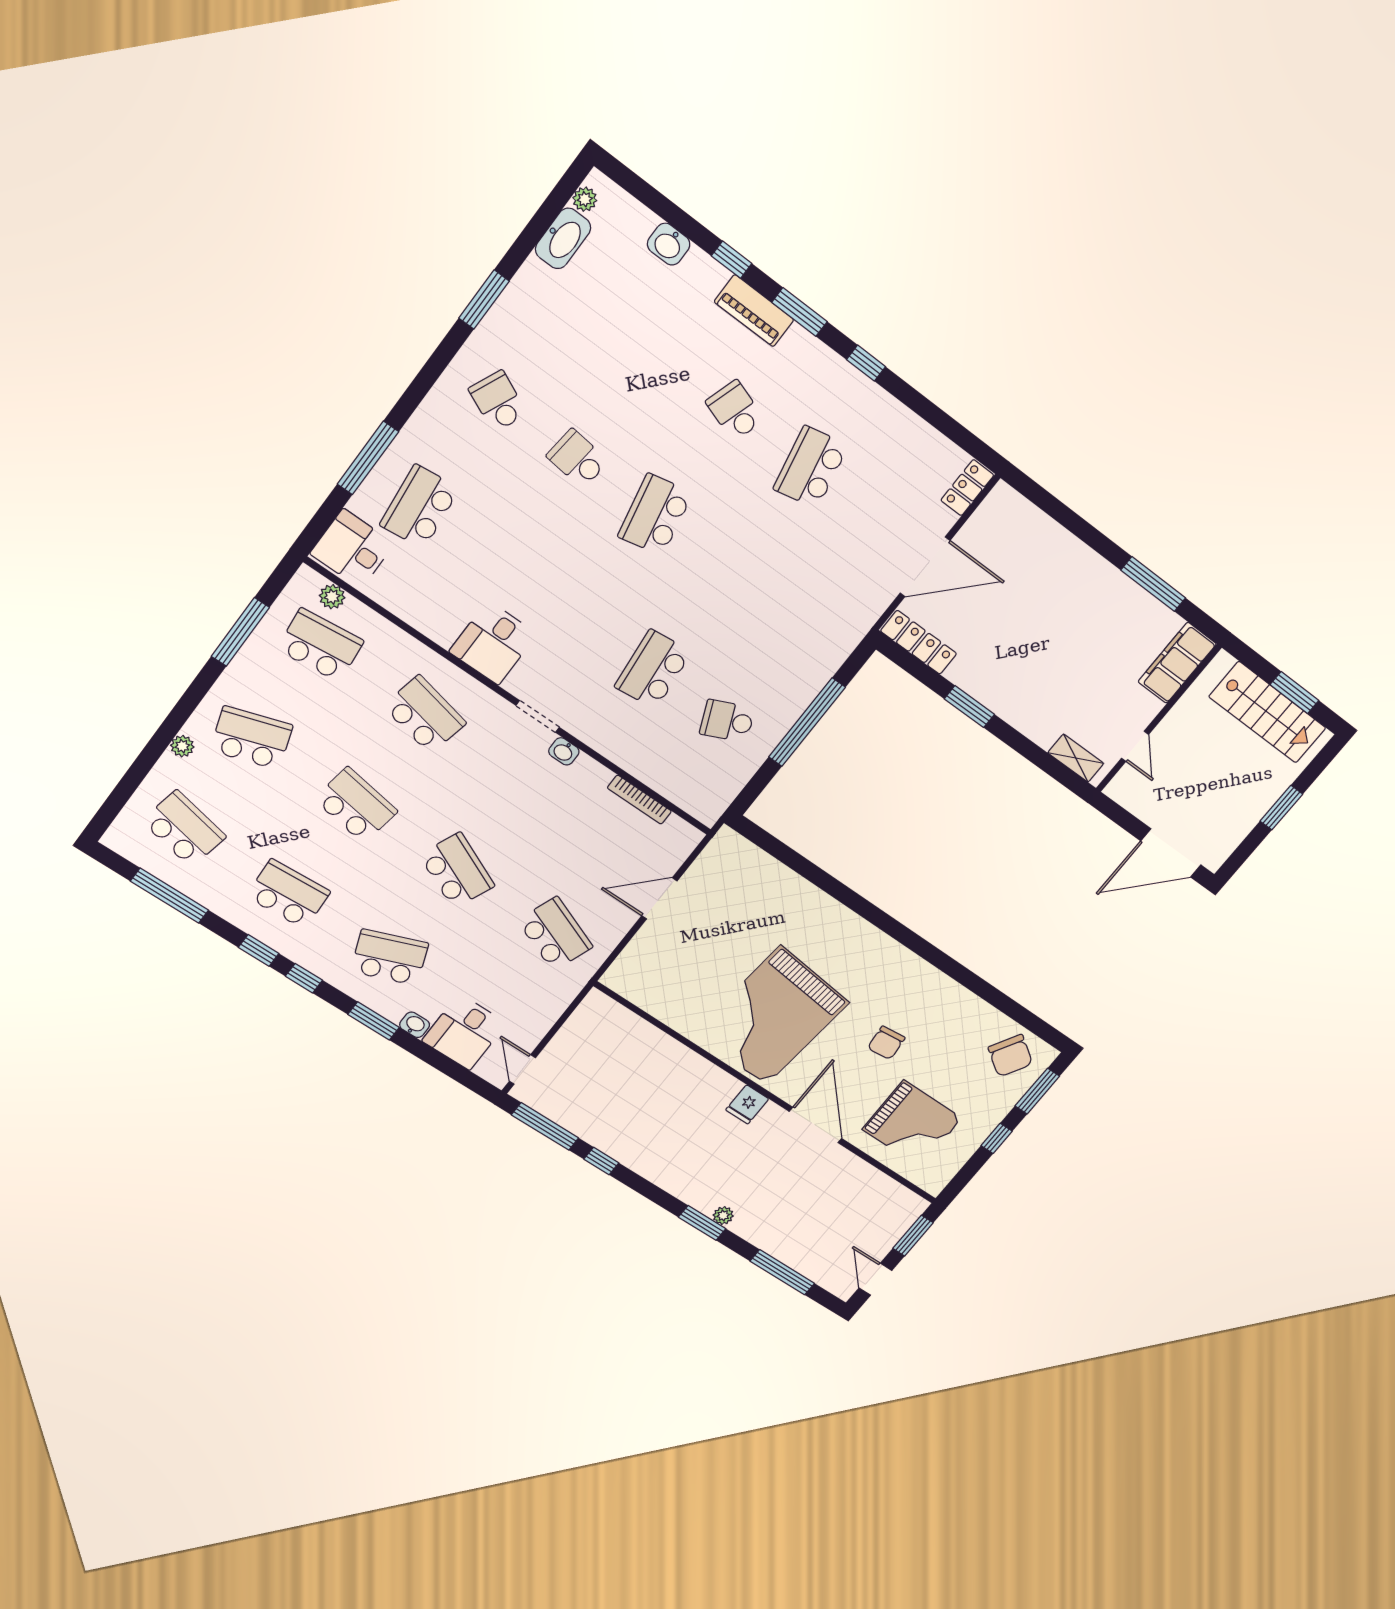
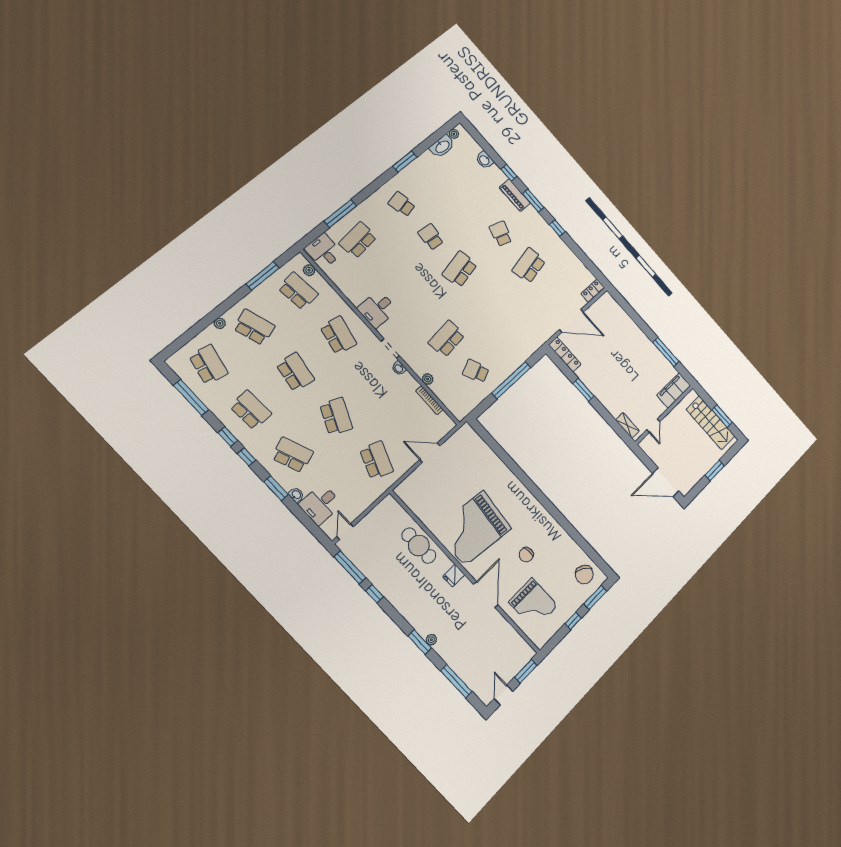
school desk: (498, 401) -> (402, 204), turned -36
plant: (628, 759) -> (428, 379), added
cafe table: (669, 1066) -> (419, 546), added

